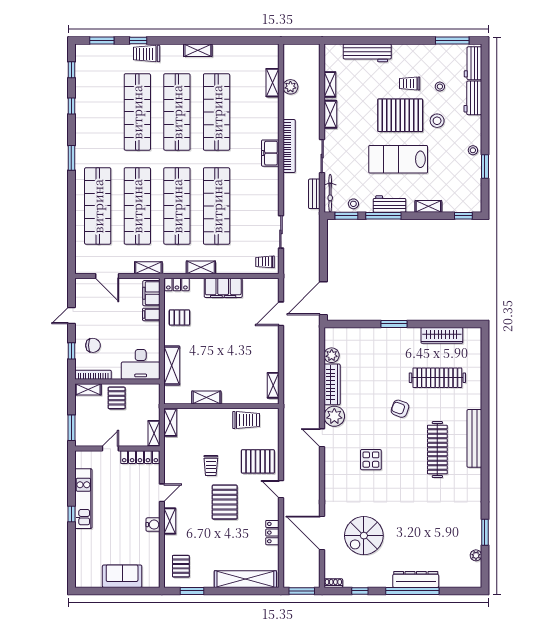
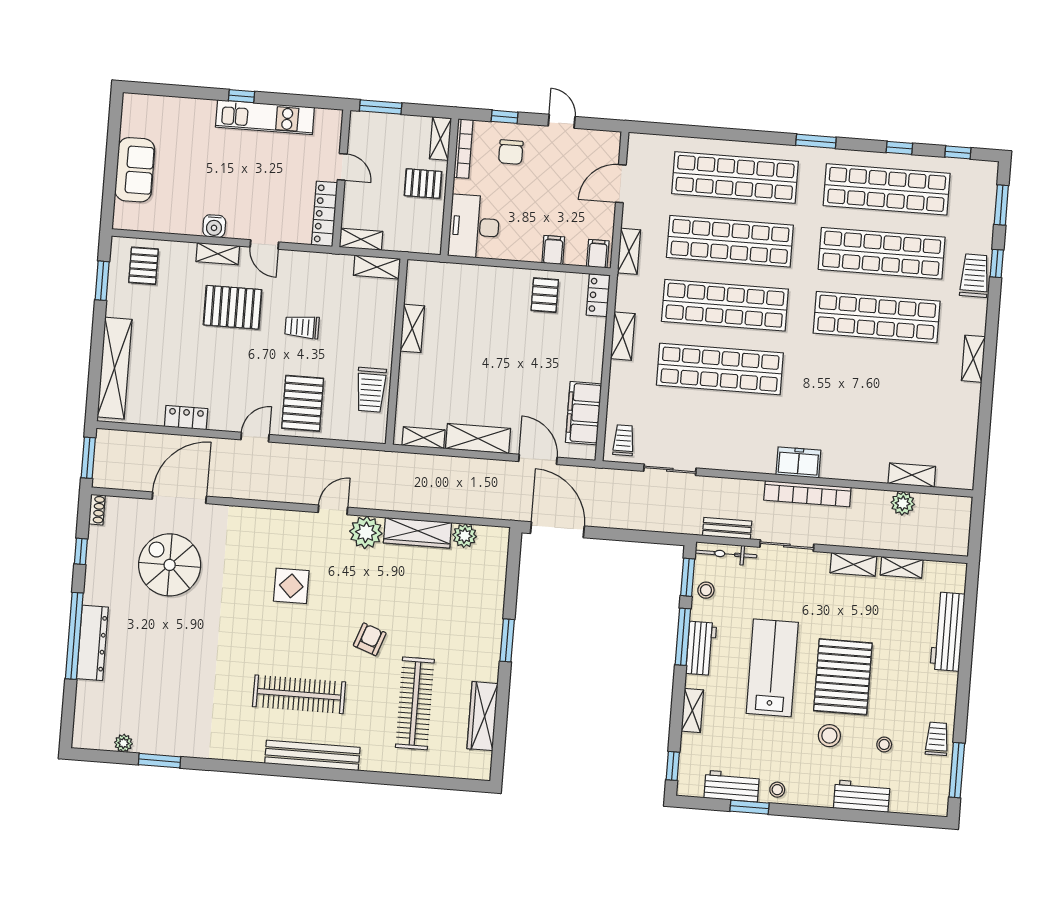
workbench: (473, 63) -> (732, 786), moved
trolley: (410, 84) -> (937, 739), moved
shop shelf: (217, 112) -> (887, 189), moved
filing cabinet: (223, 288) -> (584, 413), moved
filing cabinet: (151, 293) -> (598, 254), width x0.50
shelving: (172, 366) -> (478, 439), moved
pallet: (225, 502) -> (233, 307), moved
pallet: (181, 566) -> (144, 266), turned 90

